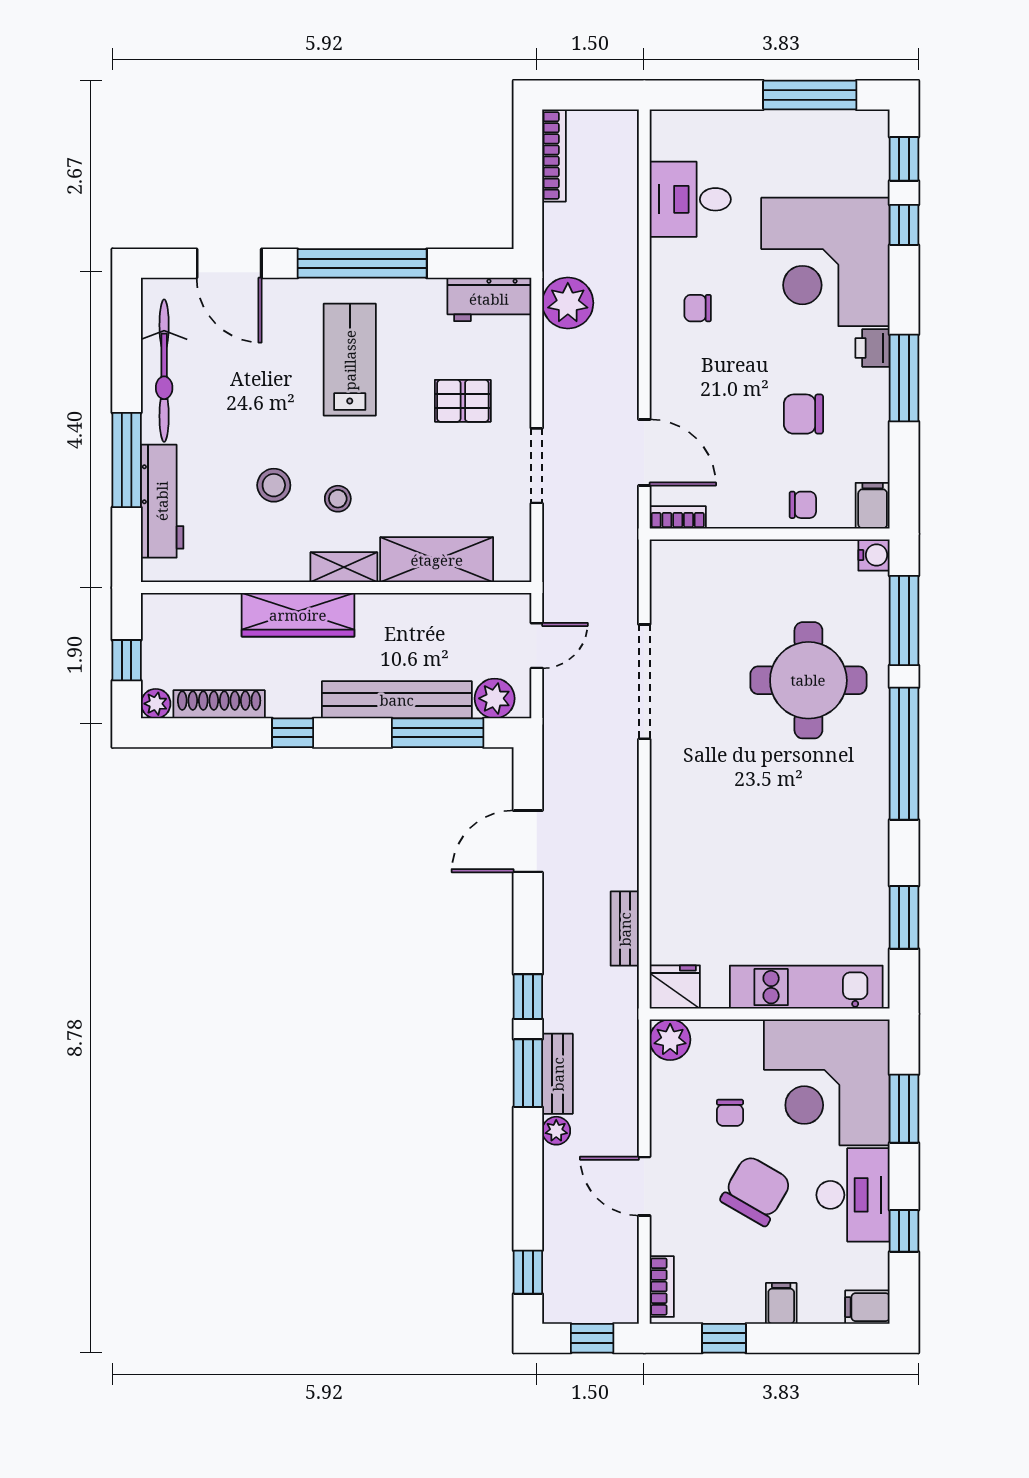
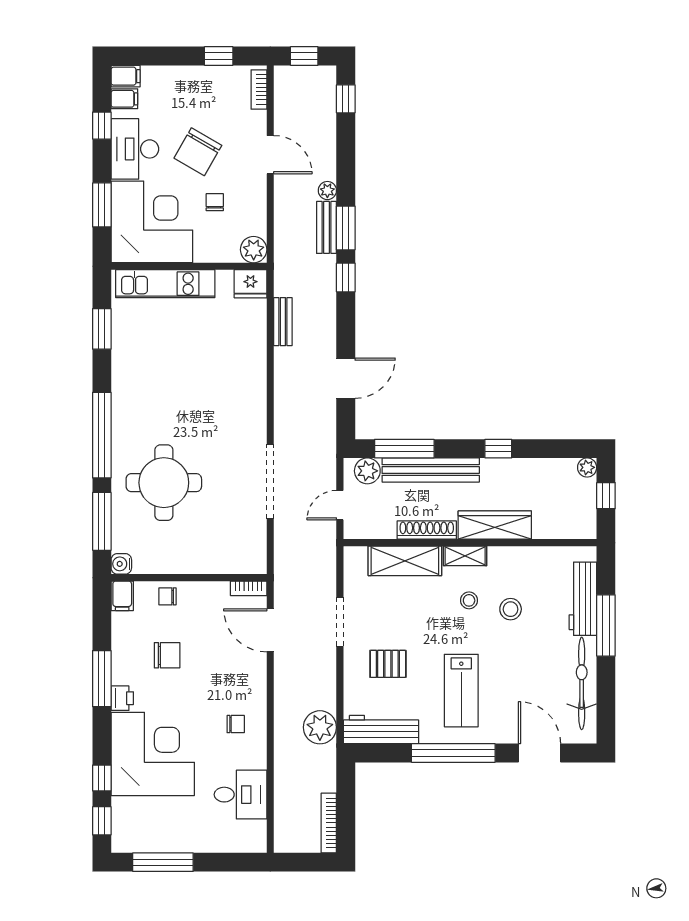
workbench: (489, 299) -> (381, 730), width x1.38
shoe rack: (219, 704) -> (427, 530), moved, turned 180
filing cabinet: (781, 1303) -> (124, 99), moved, turned -90

